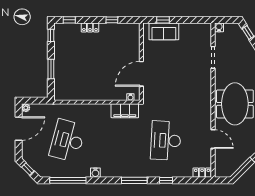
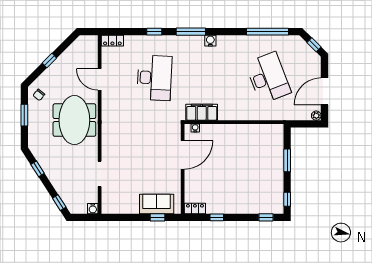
locker: (90, 27) -> (195, 208), moved
desk: (67, 140) -> (268, 78), turned -36
water cooler: (95, 173) -> (210, 41), moved

